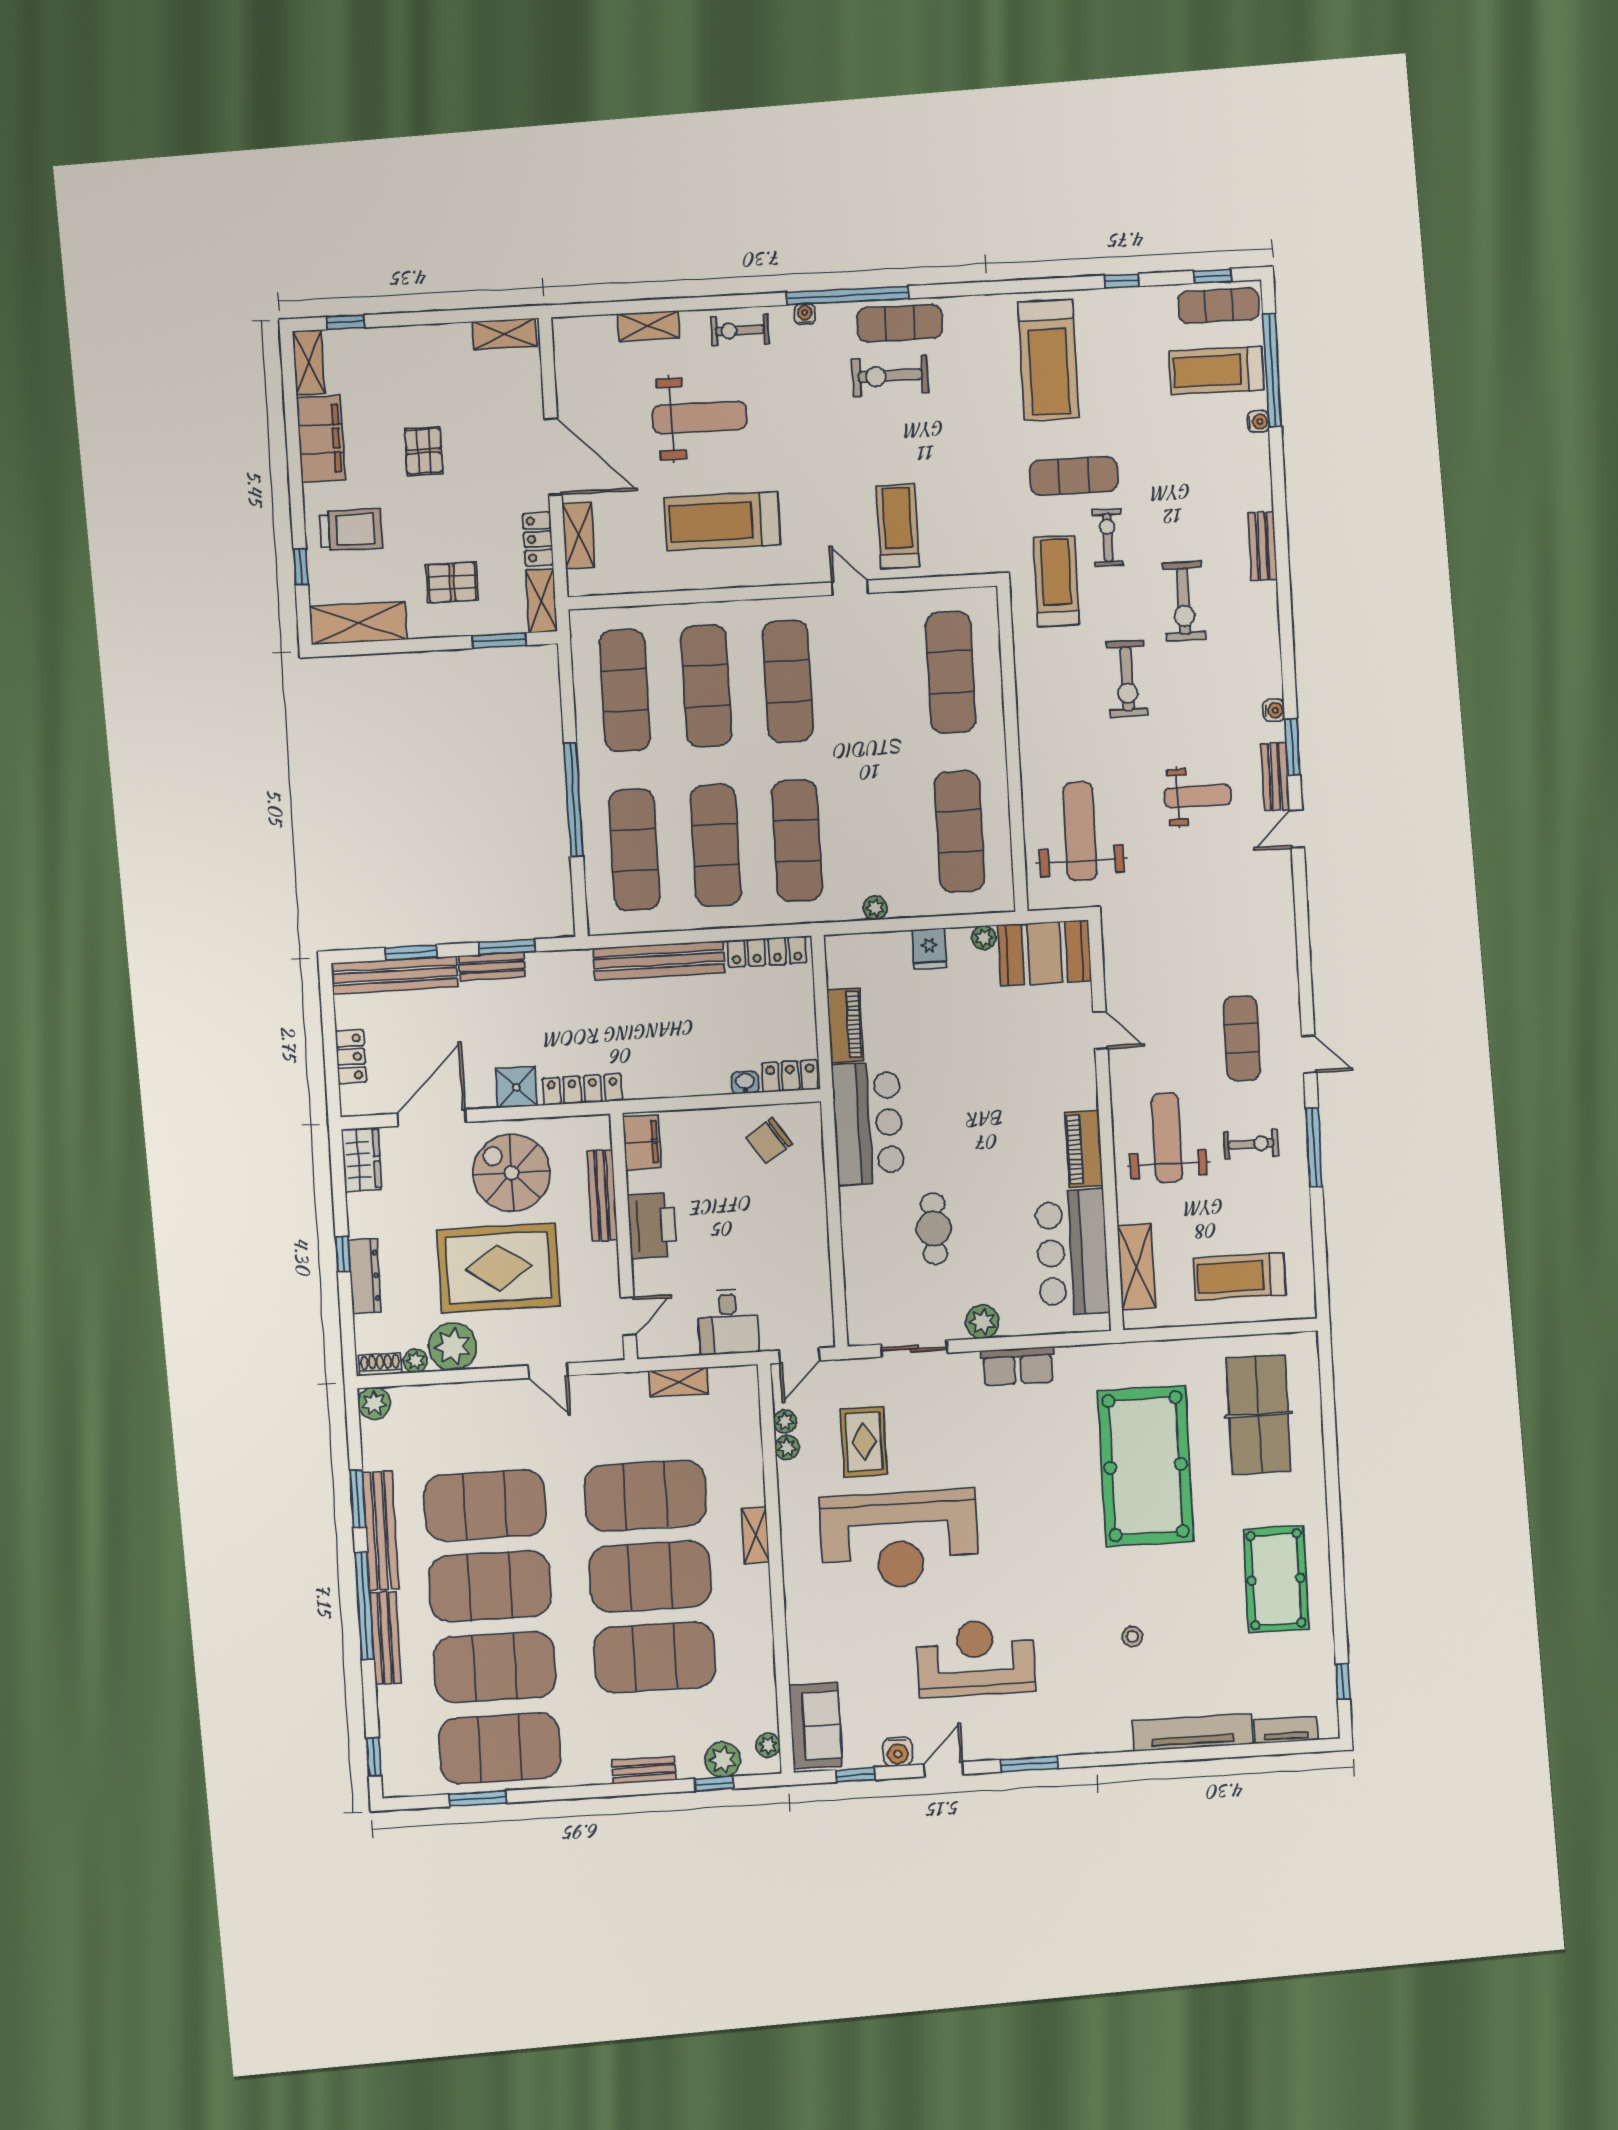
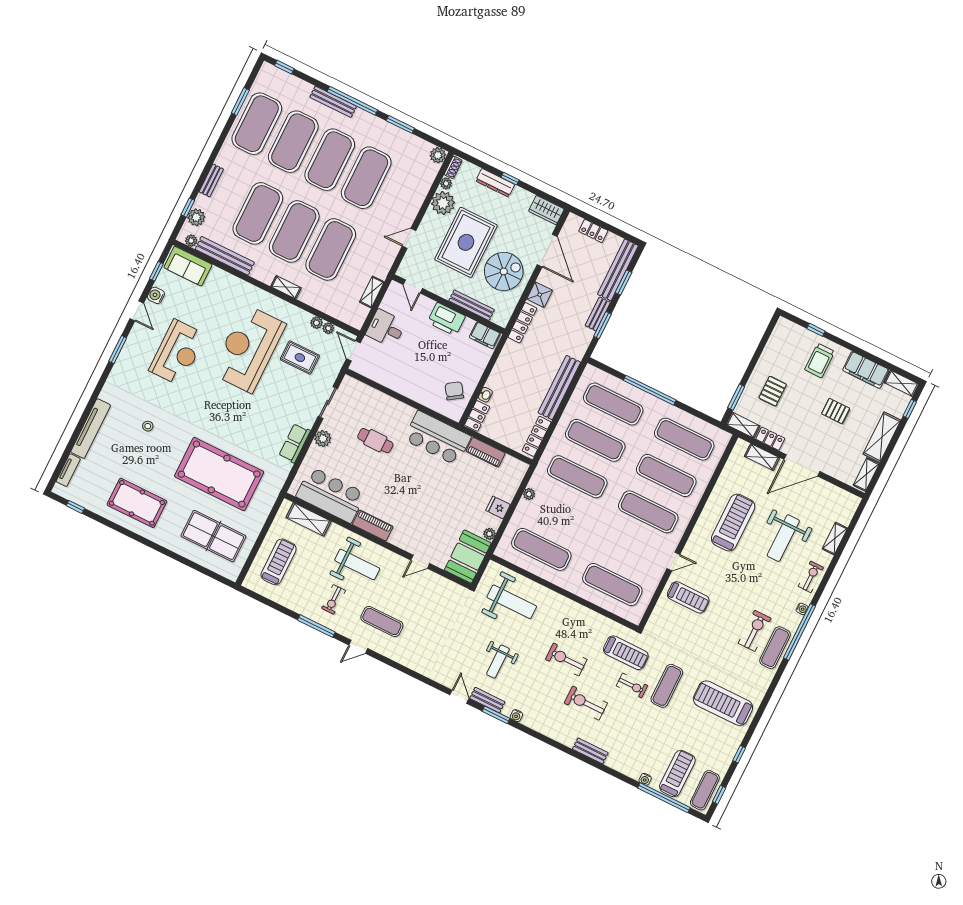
shelving: (358, 623) -> (882, 437), moved
bench: (381, 1531) -> (225, 256), moved

